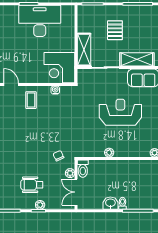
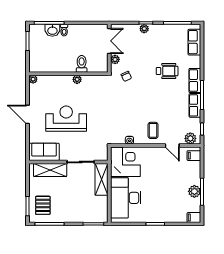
desk: (40, 21) -> (126, 198), moved, turned 90
pallet: (115, 30) -> (43, 205), moved
reception desk: (120, 112) -> (66, 119), turned 180
toilet: (83, 169) -> (82, 64), moved
wheelchair: (32, 185) -> (167, 71), moved
washbasin: (110, 203) -> (52, 30), moved

